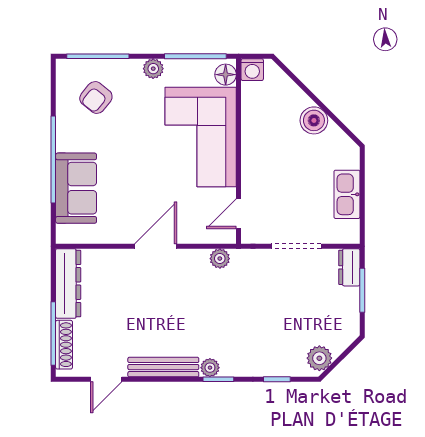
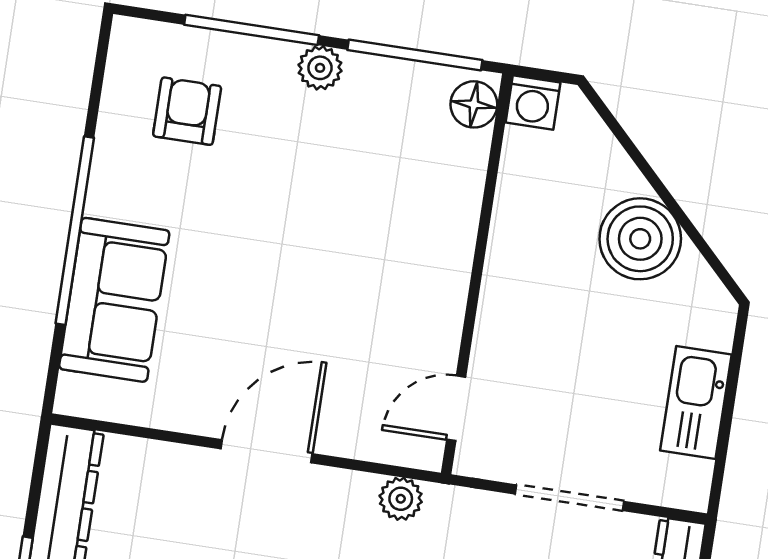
window: (98, 56) -> (252, 30), moved
armchair: (96, 98) -> (187, 111), turned 141
boiler: (314, 120) -> (640, 239), width x1.37, depth x1.37
corner sofa: (201, 137) -> (400, 231), removed

